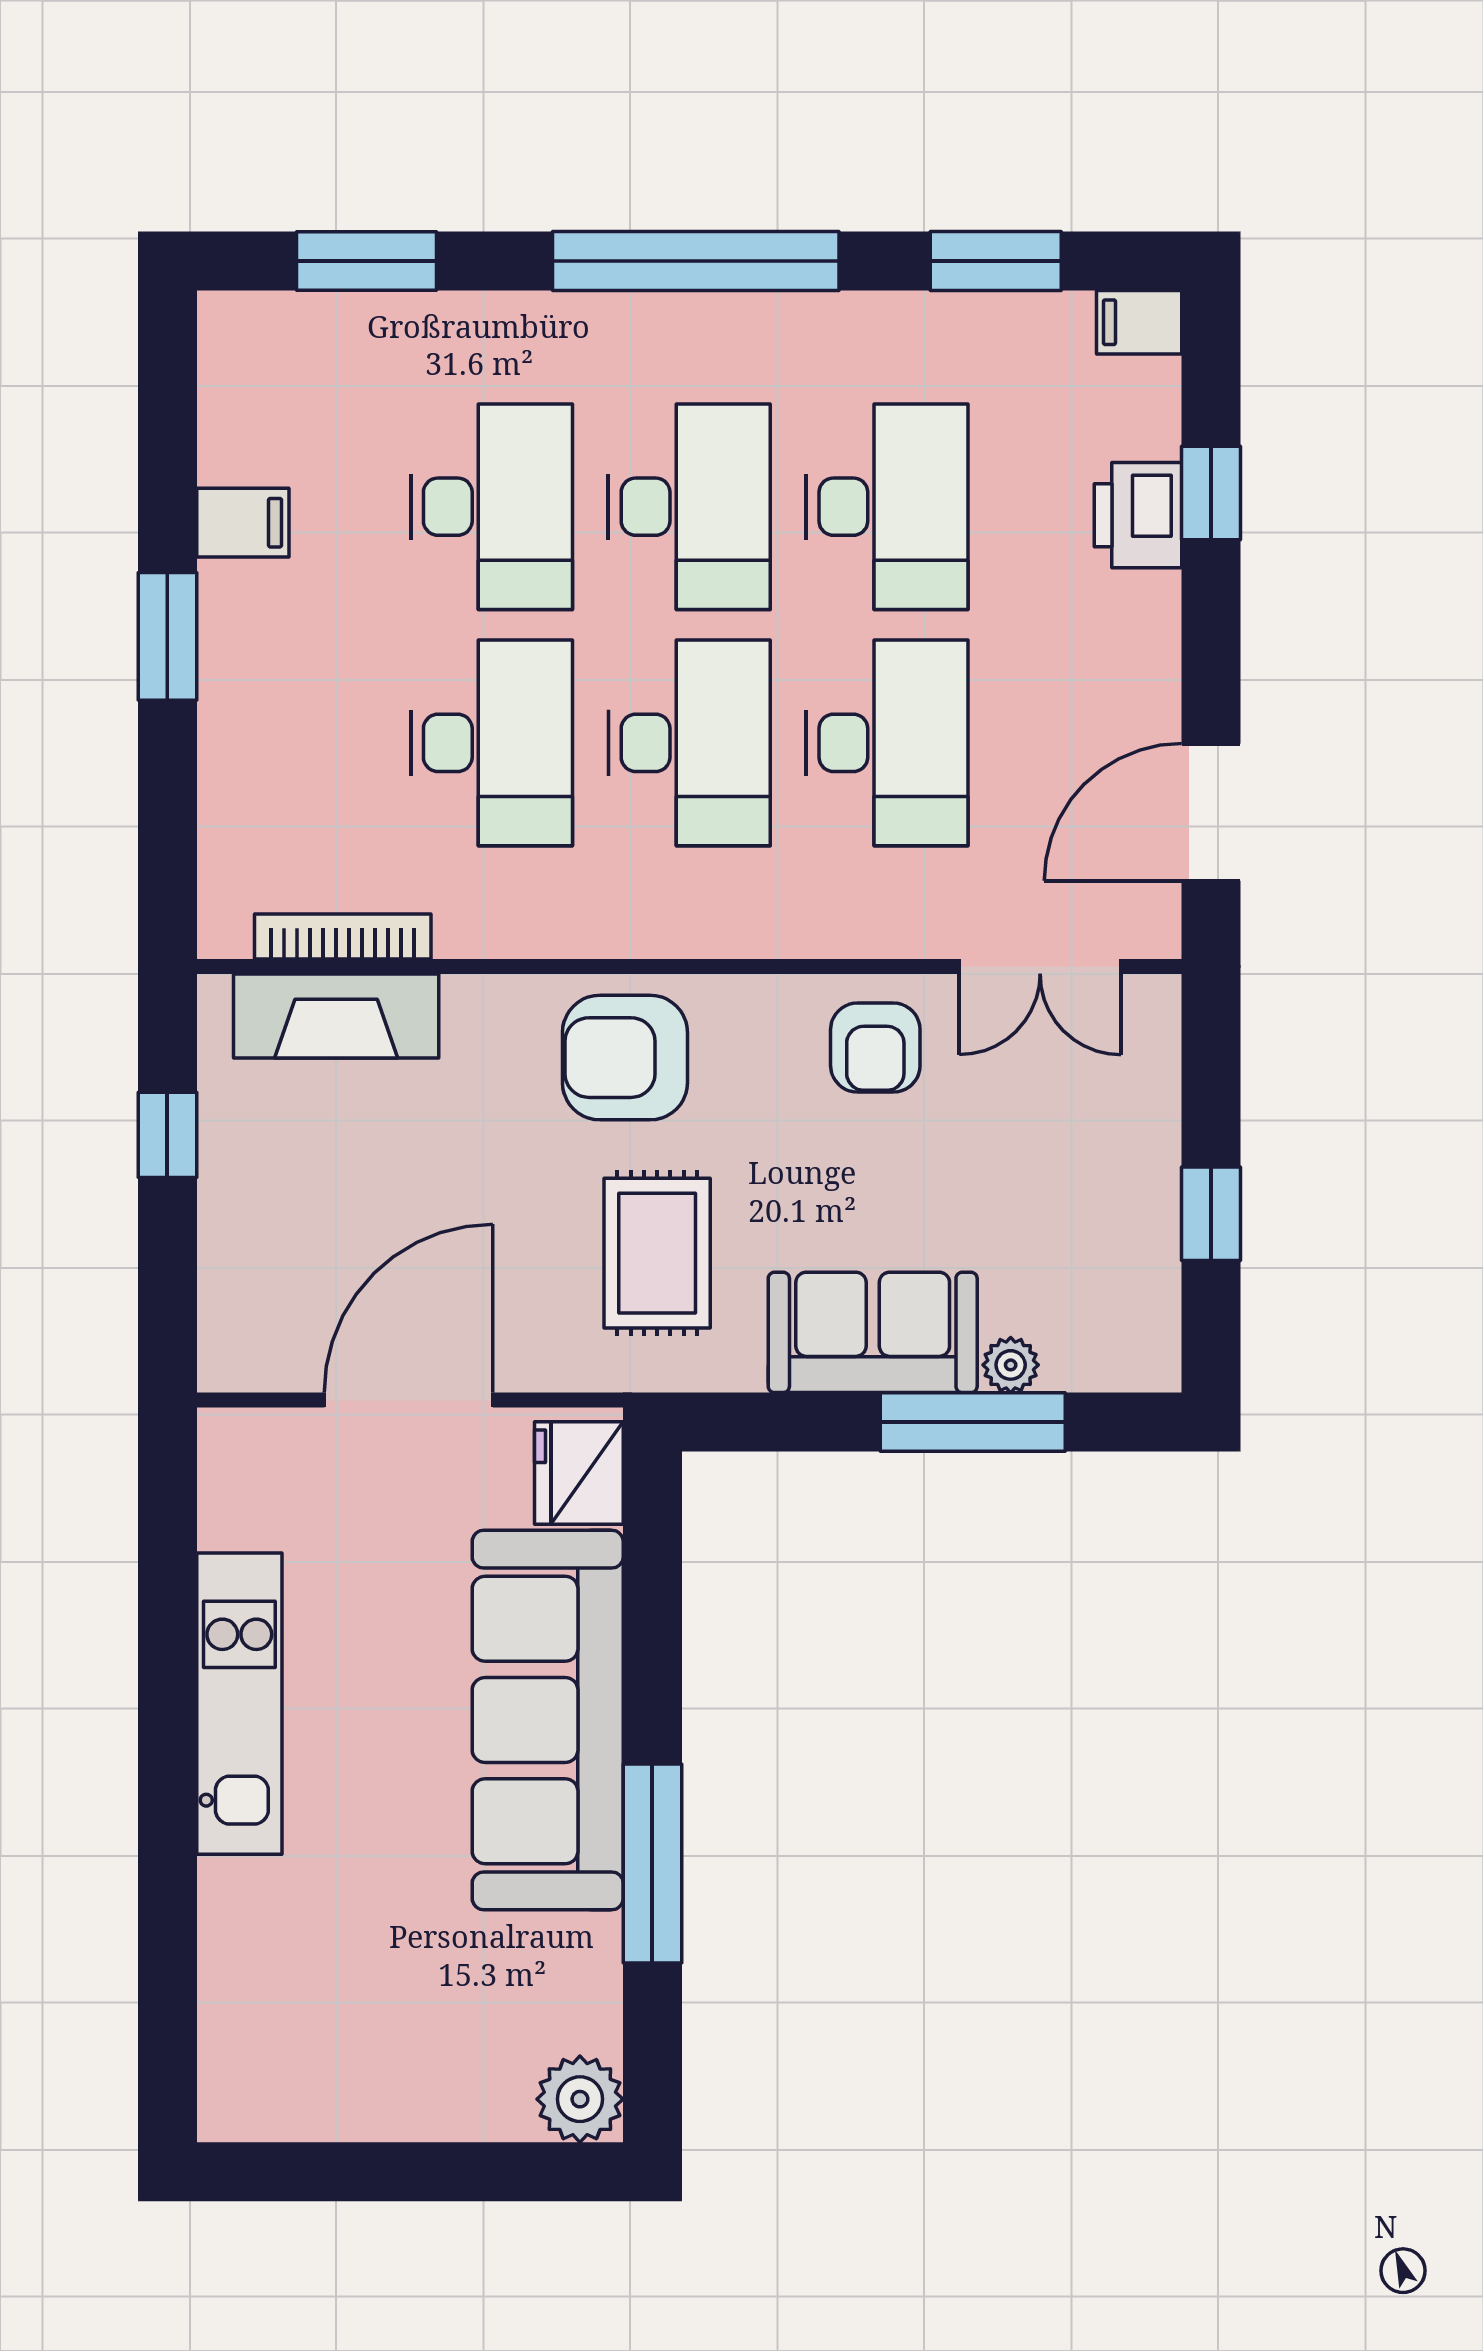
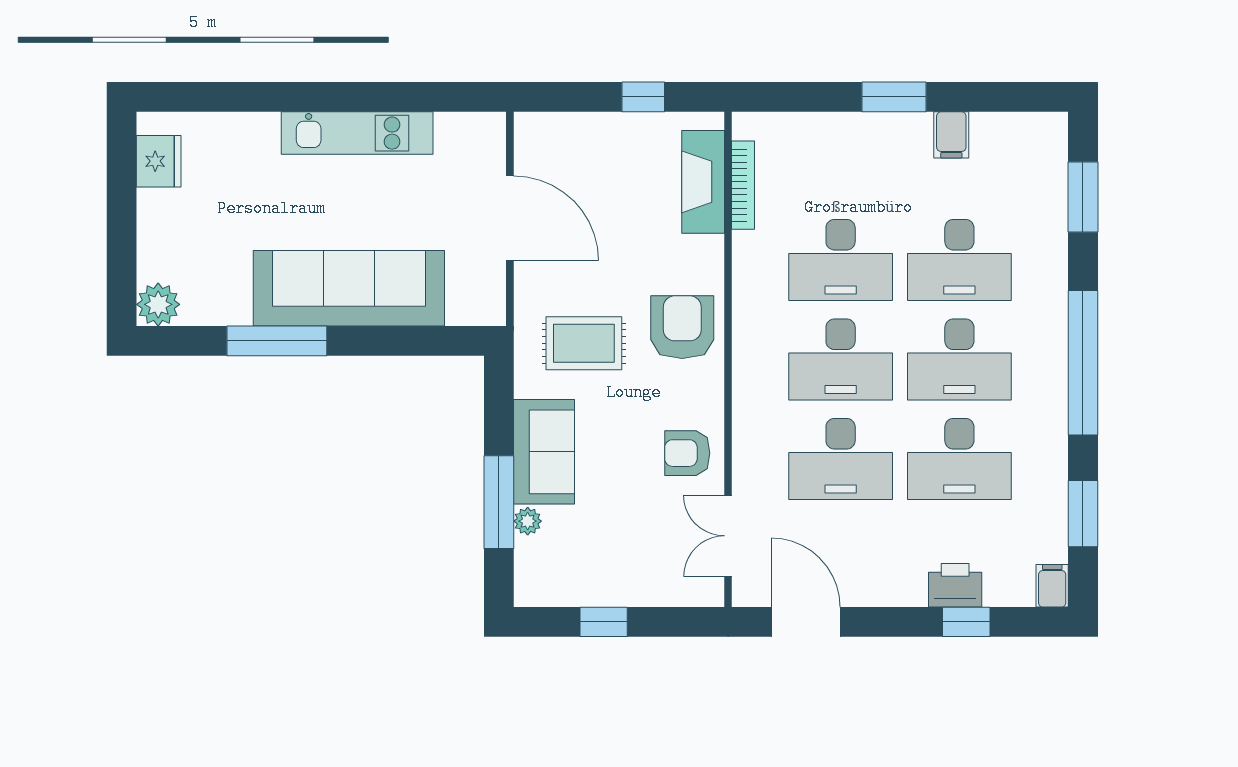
fridge: (579, 1473) -> (159, 161), moved, turned 90

